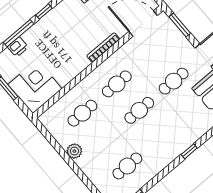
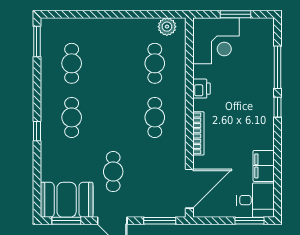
printer: (18, 47) -> (201, 89), moved, turned 180
cafe table: (139, 110) -> (72, 117), moved
plant: (74, 151) -> (167, 27), moved

